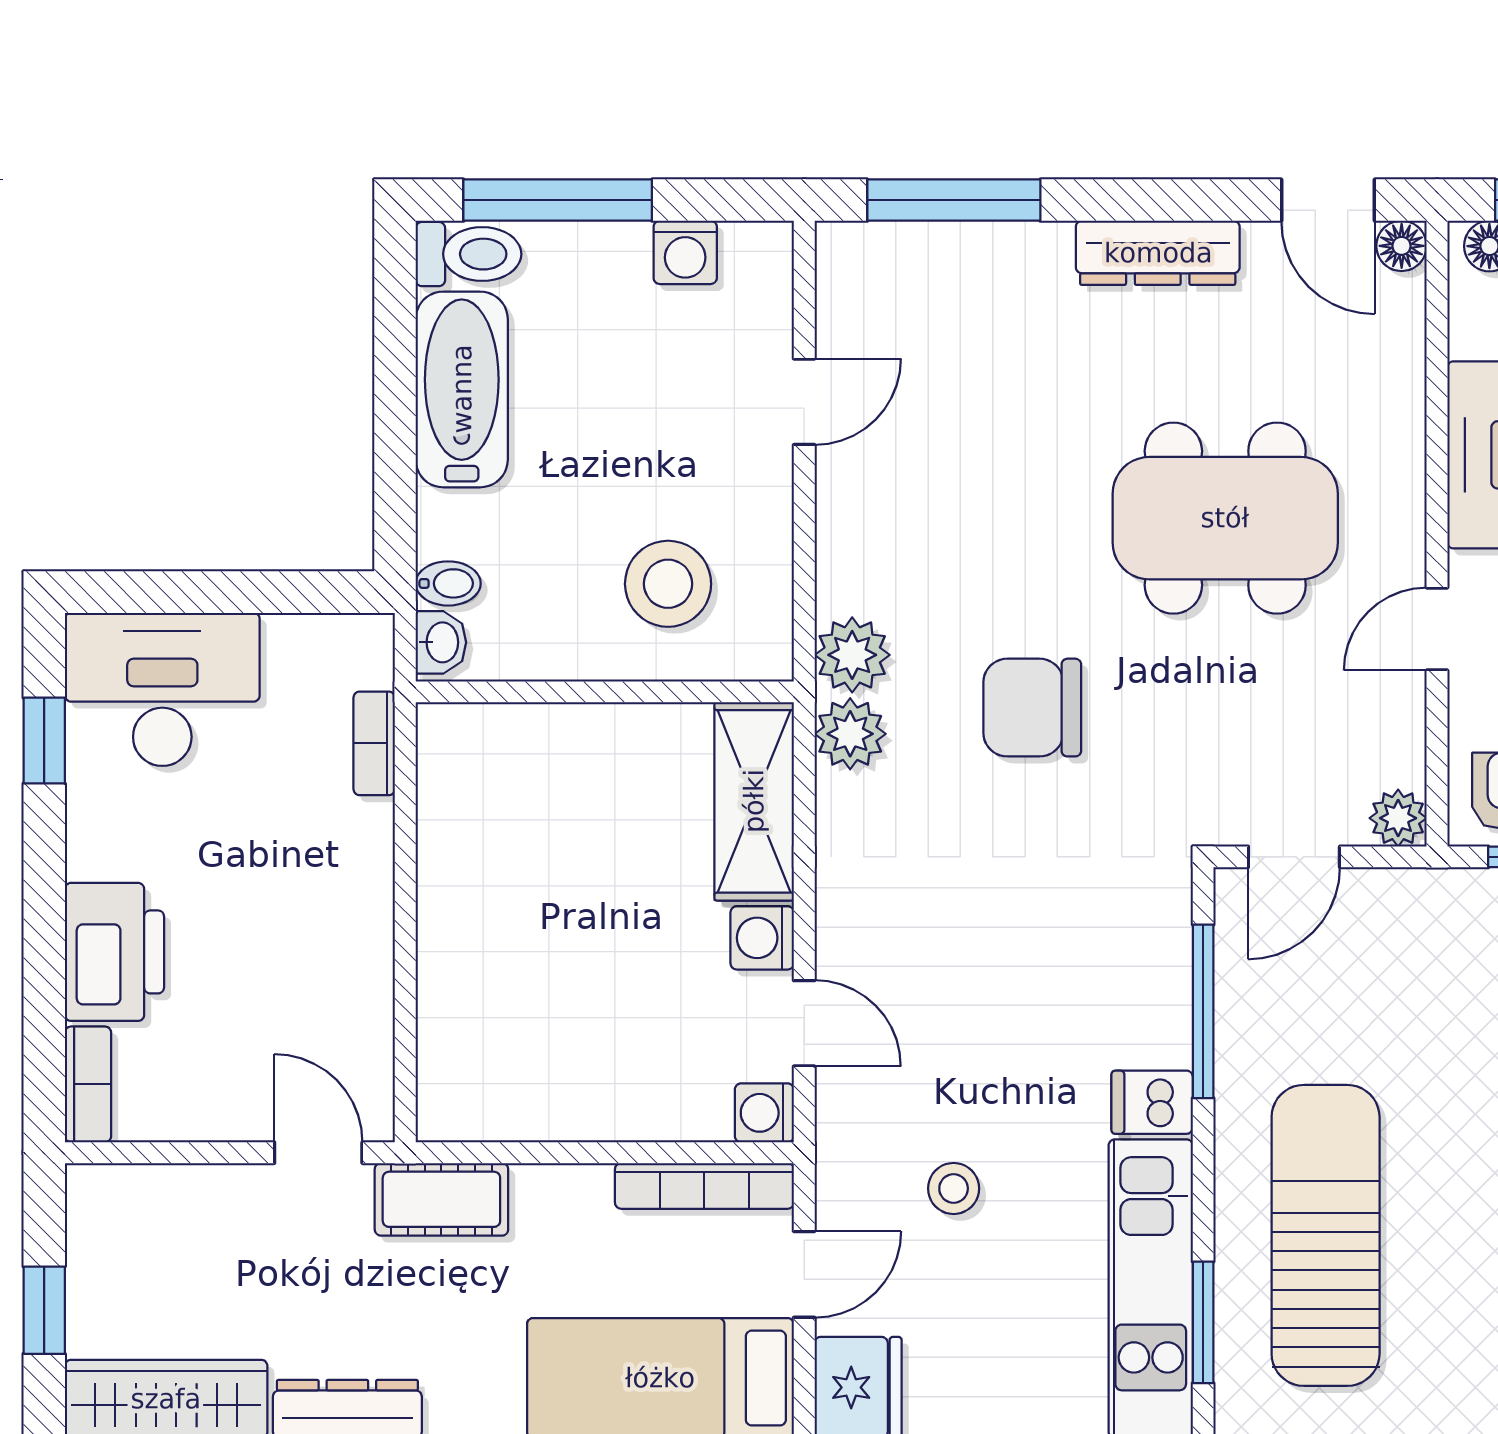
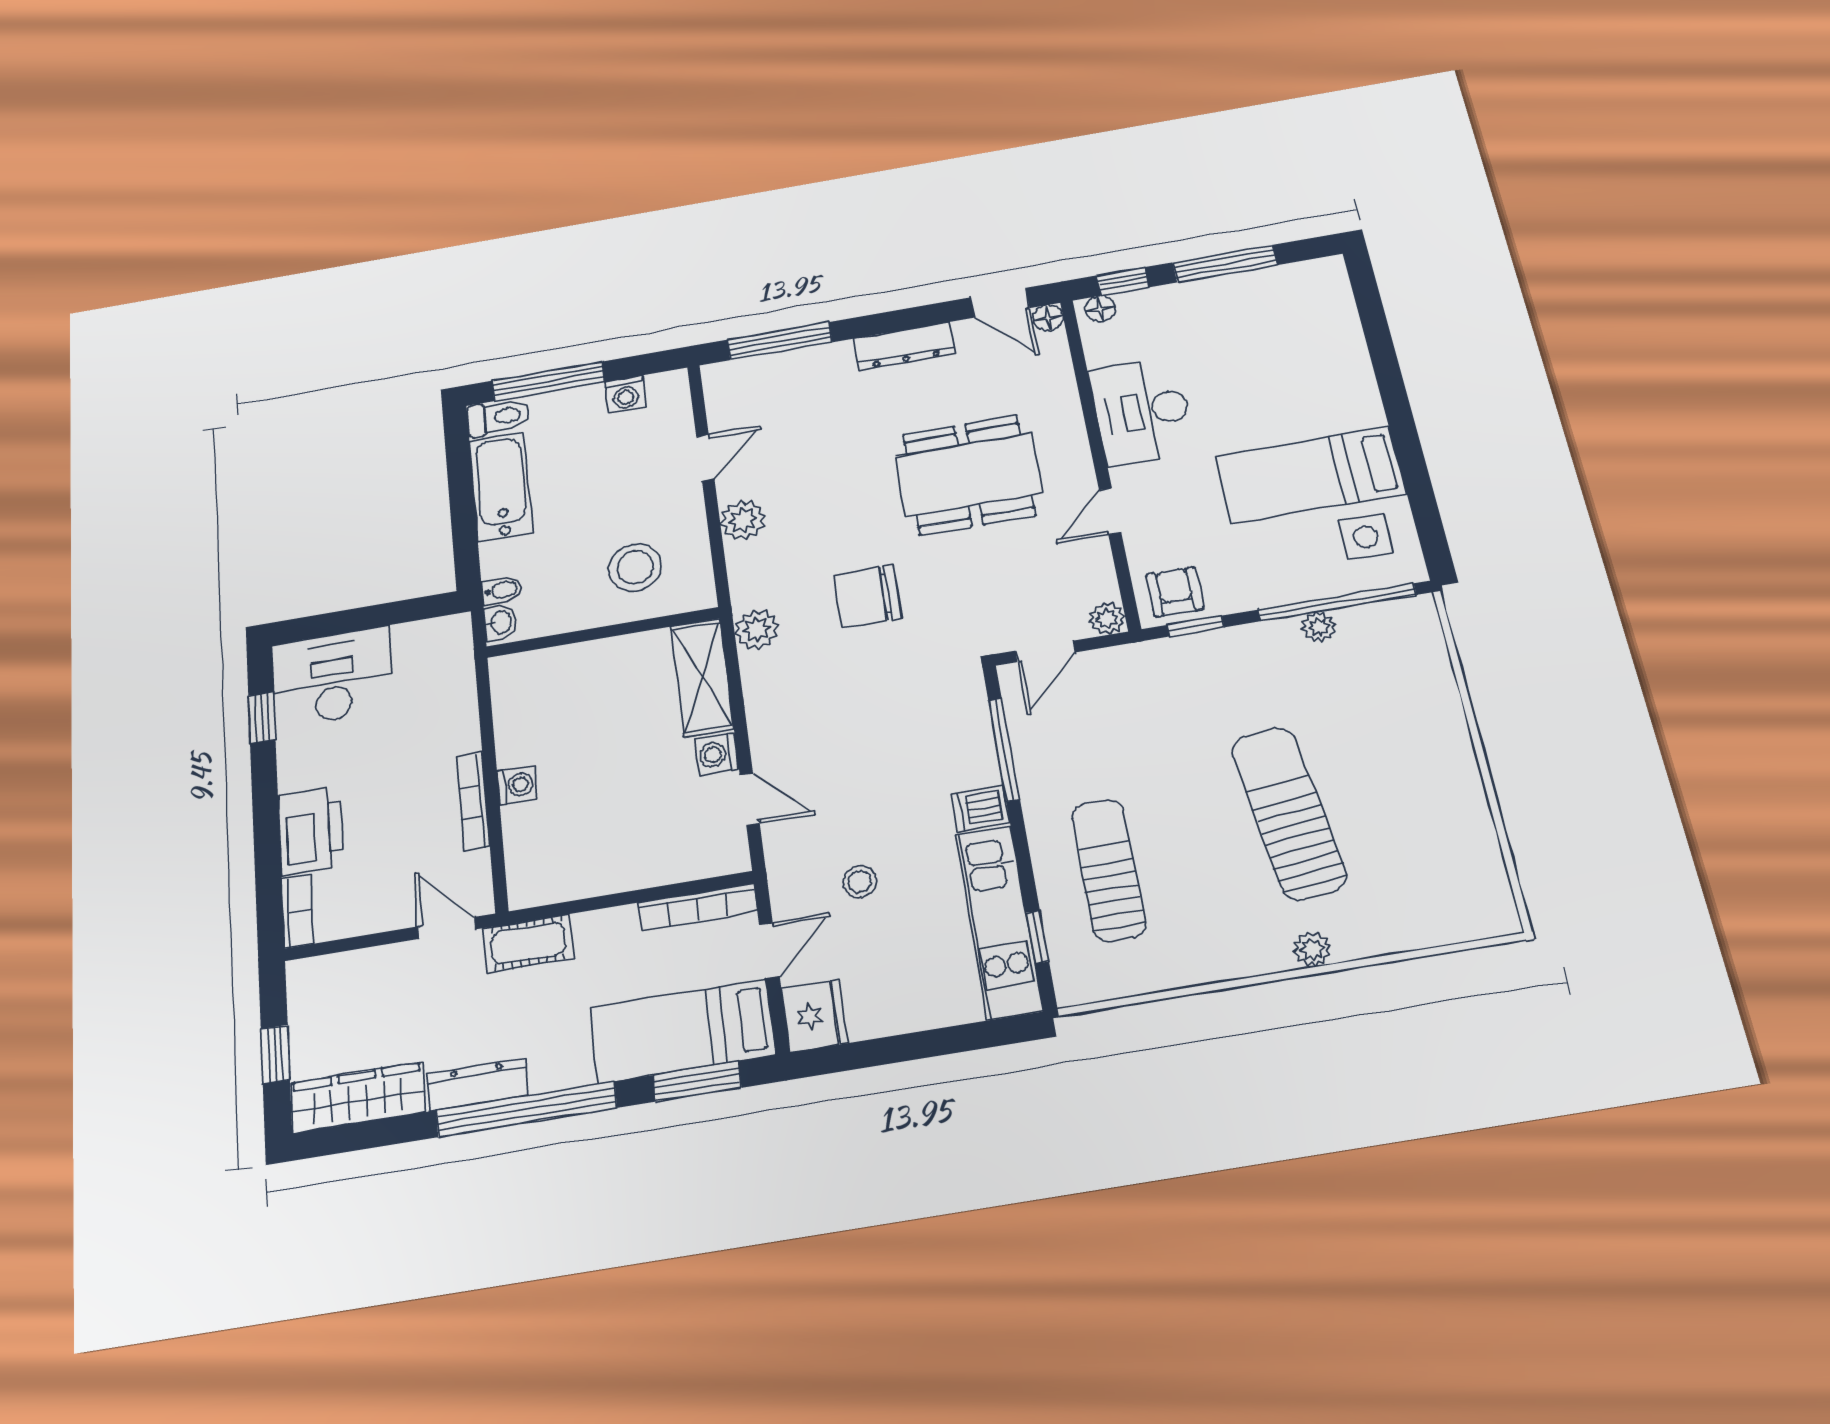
plant: (852, 655) -> (743, 520), moved
bookcase: (374, 743) -> (473, 802), moved, width x1.56
washing machine: (764, 1113) -> (517, 785), moved, turned 180
sun lounger: (1326, 1235) -> (1109, 870), width x0.73, depth x0.75
window: (1203, 1322) -> (1037, 937), width x0.67

